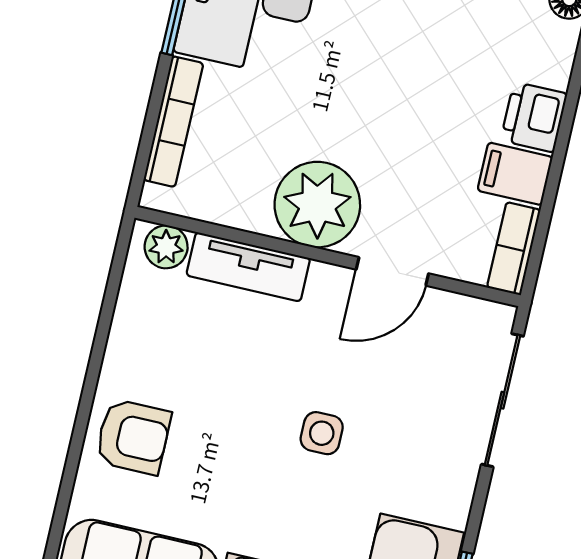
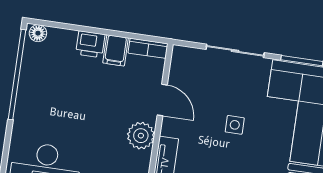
plant: (317, 205) -> (141, 136), width x0.73, depth x0.73
sliding door: (502, 400) -> (235, 51), moved

